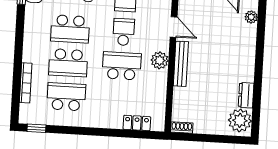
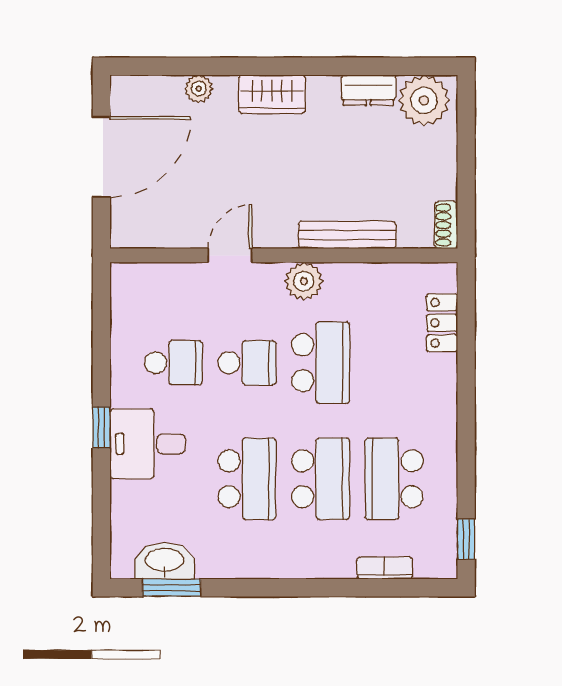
school desk: (124, 32) -> (247, 363), turned 180
wardrobe: (247, 51) -> (272, 94), added
bench: (181, 64) -> (347, 235), moved
school desk: (122, 66) -> (321, 363), turned 180
bookcase: (26, 83) -> (385, 568), width x0.64

